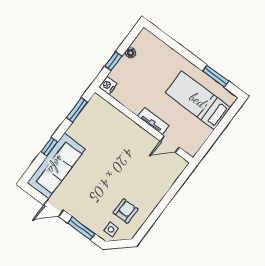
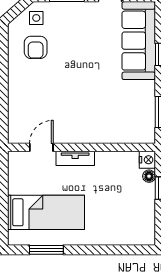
floor lamp: (130, 53) -> (149, 176), moved

